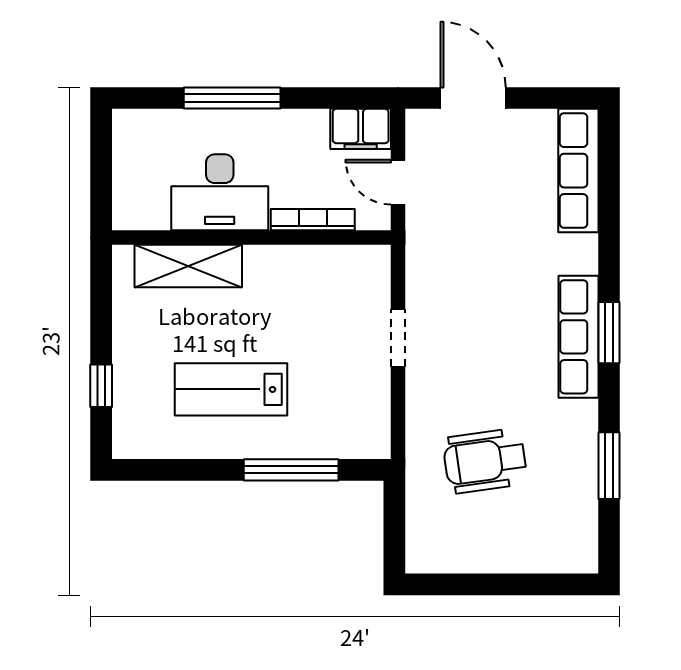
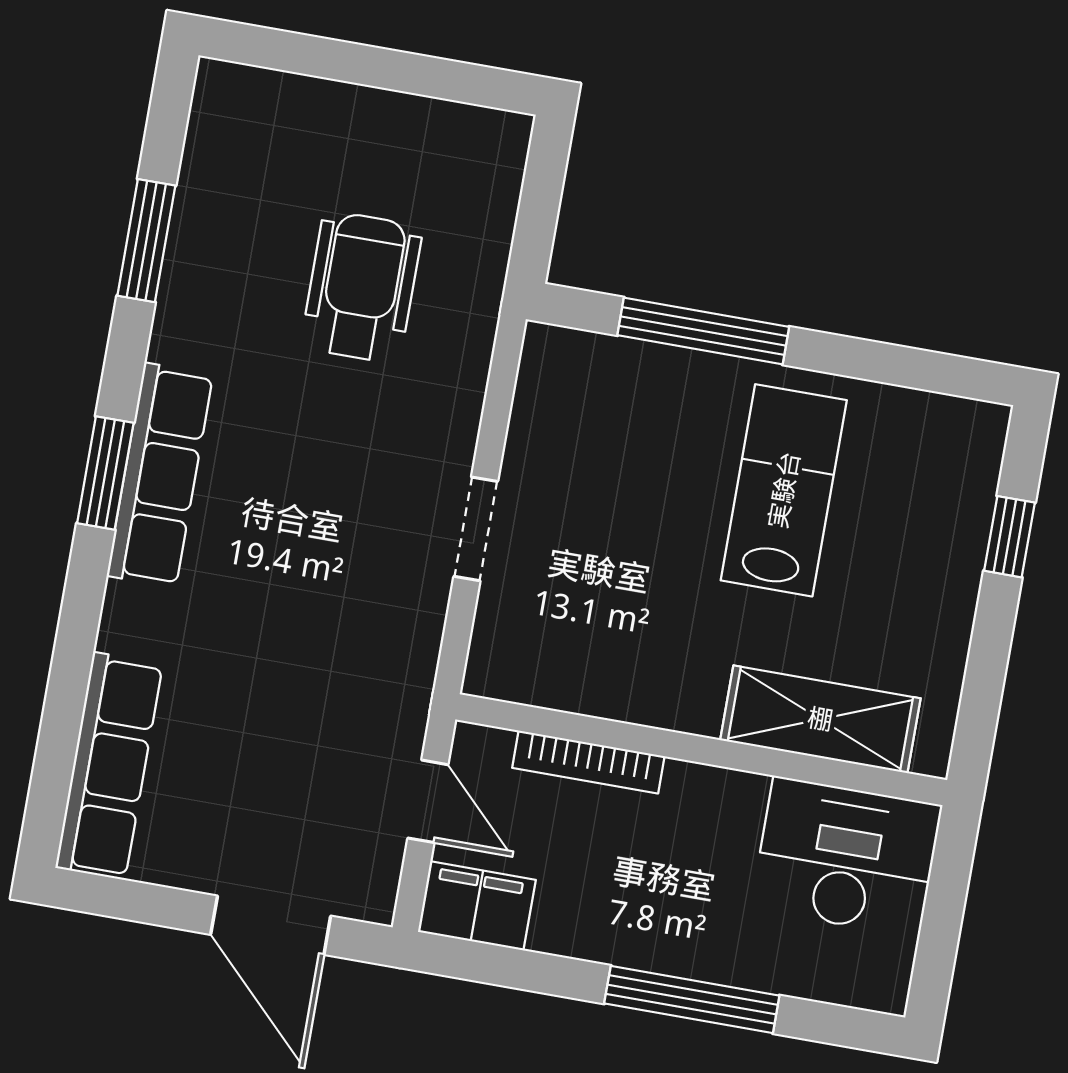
desk: (220, 192) -> (846, 857), moved
lab bench: (231, 389) -> (784, 490), turned -90
wheelchair: (485, 461) -> (362, 287), turned -82

